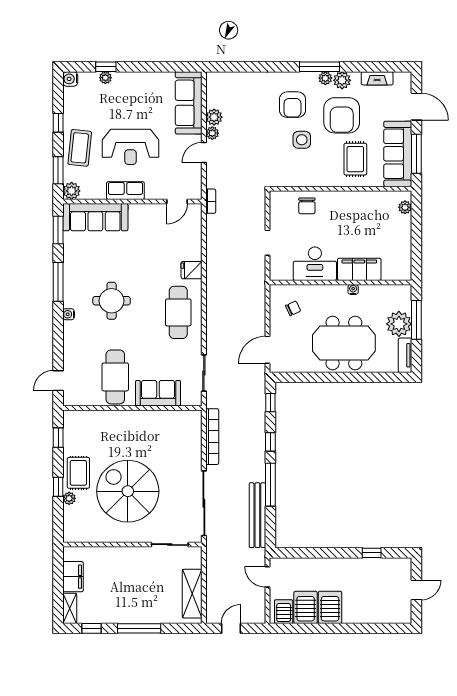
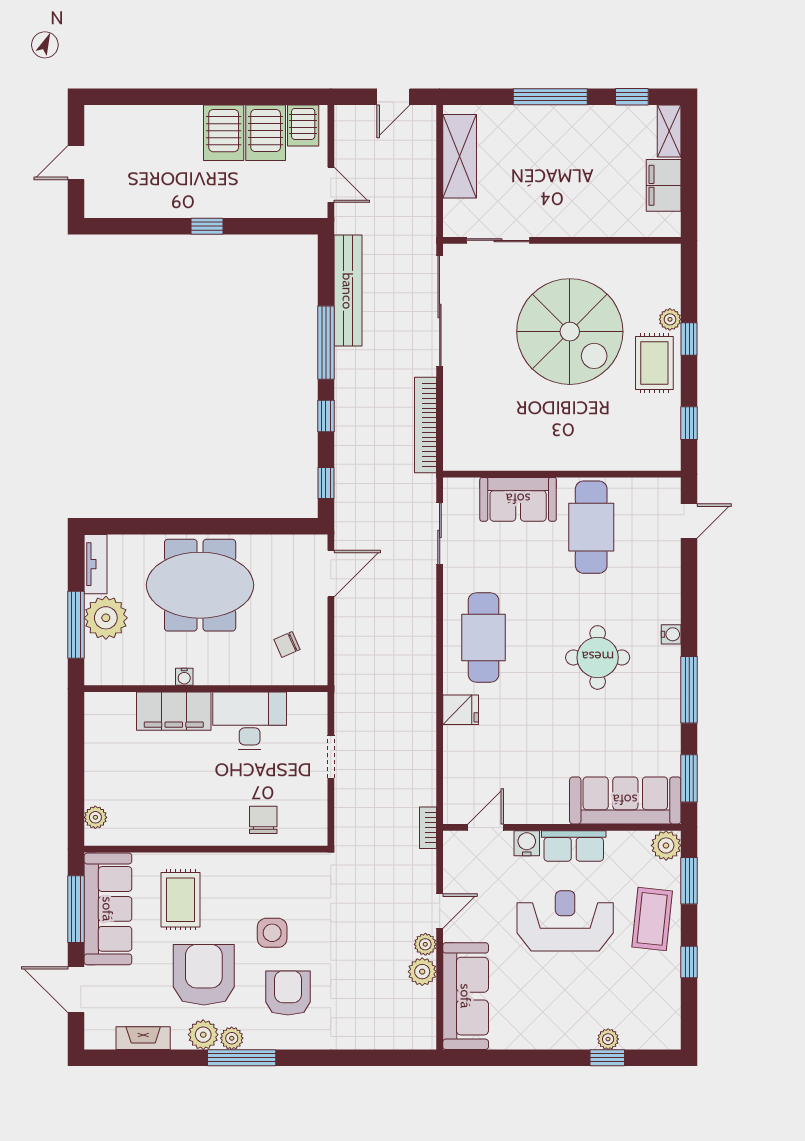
water cooler: (70, 79) -> (527, 843), moved, turned -90
window: (372, 553) -> (207, 226), moved

